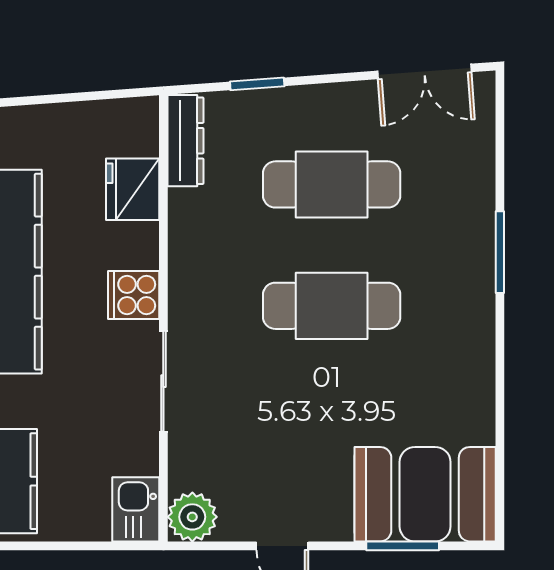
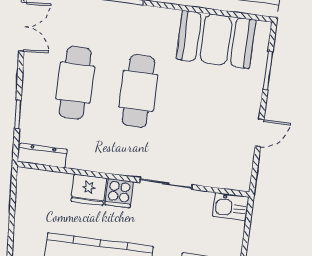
fridge: (133, 189) -> (89, 190), moved
booth: (425, 494) -> (216, 39), moved, turned 90
plant: (192, 517) -> (238, 178), removed

